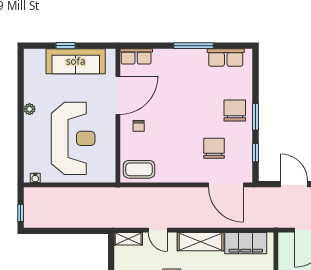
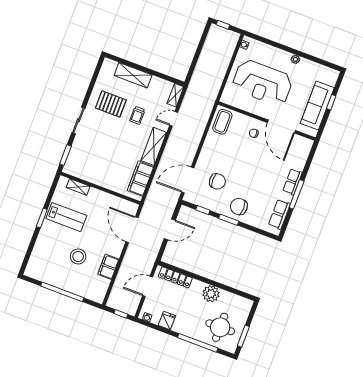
row of seats: (136, 56) -> (293, 182), moved
chair: (235, 110) -> (239, 207), turned 180

